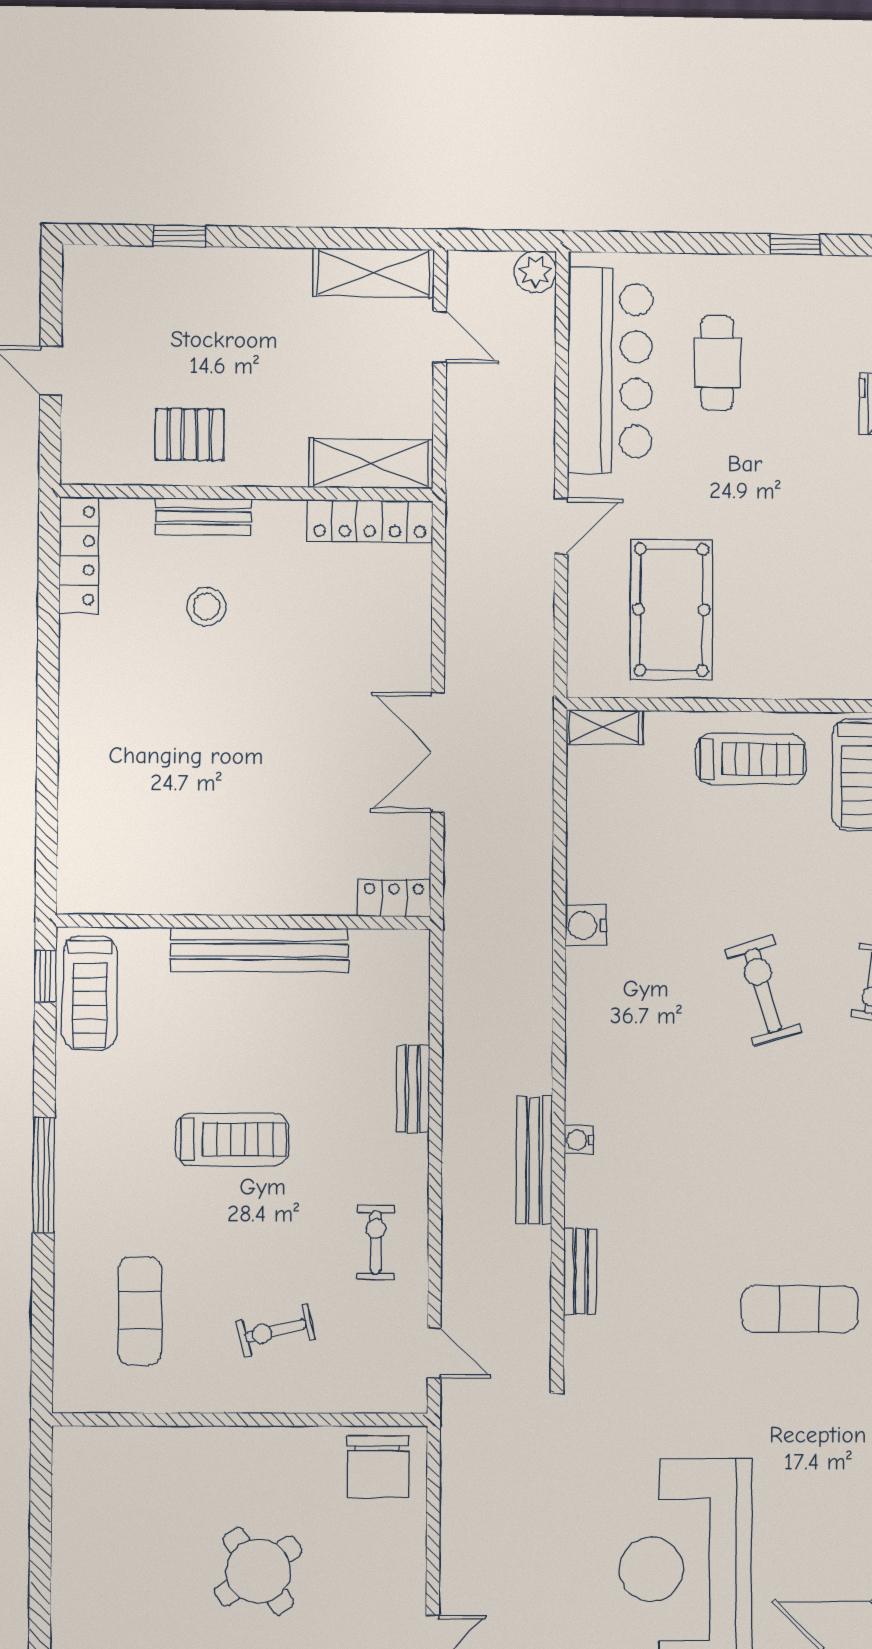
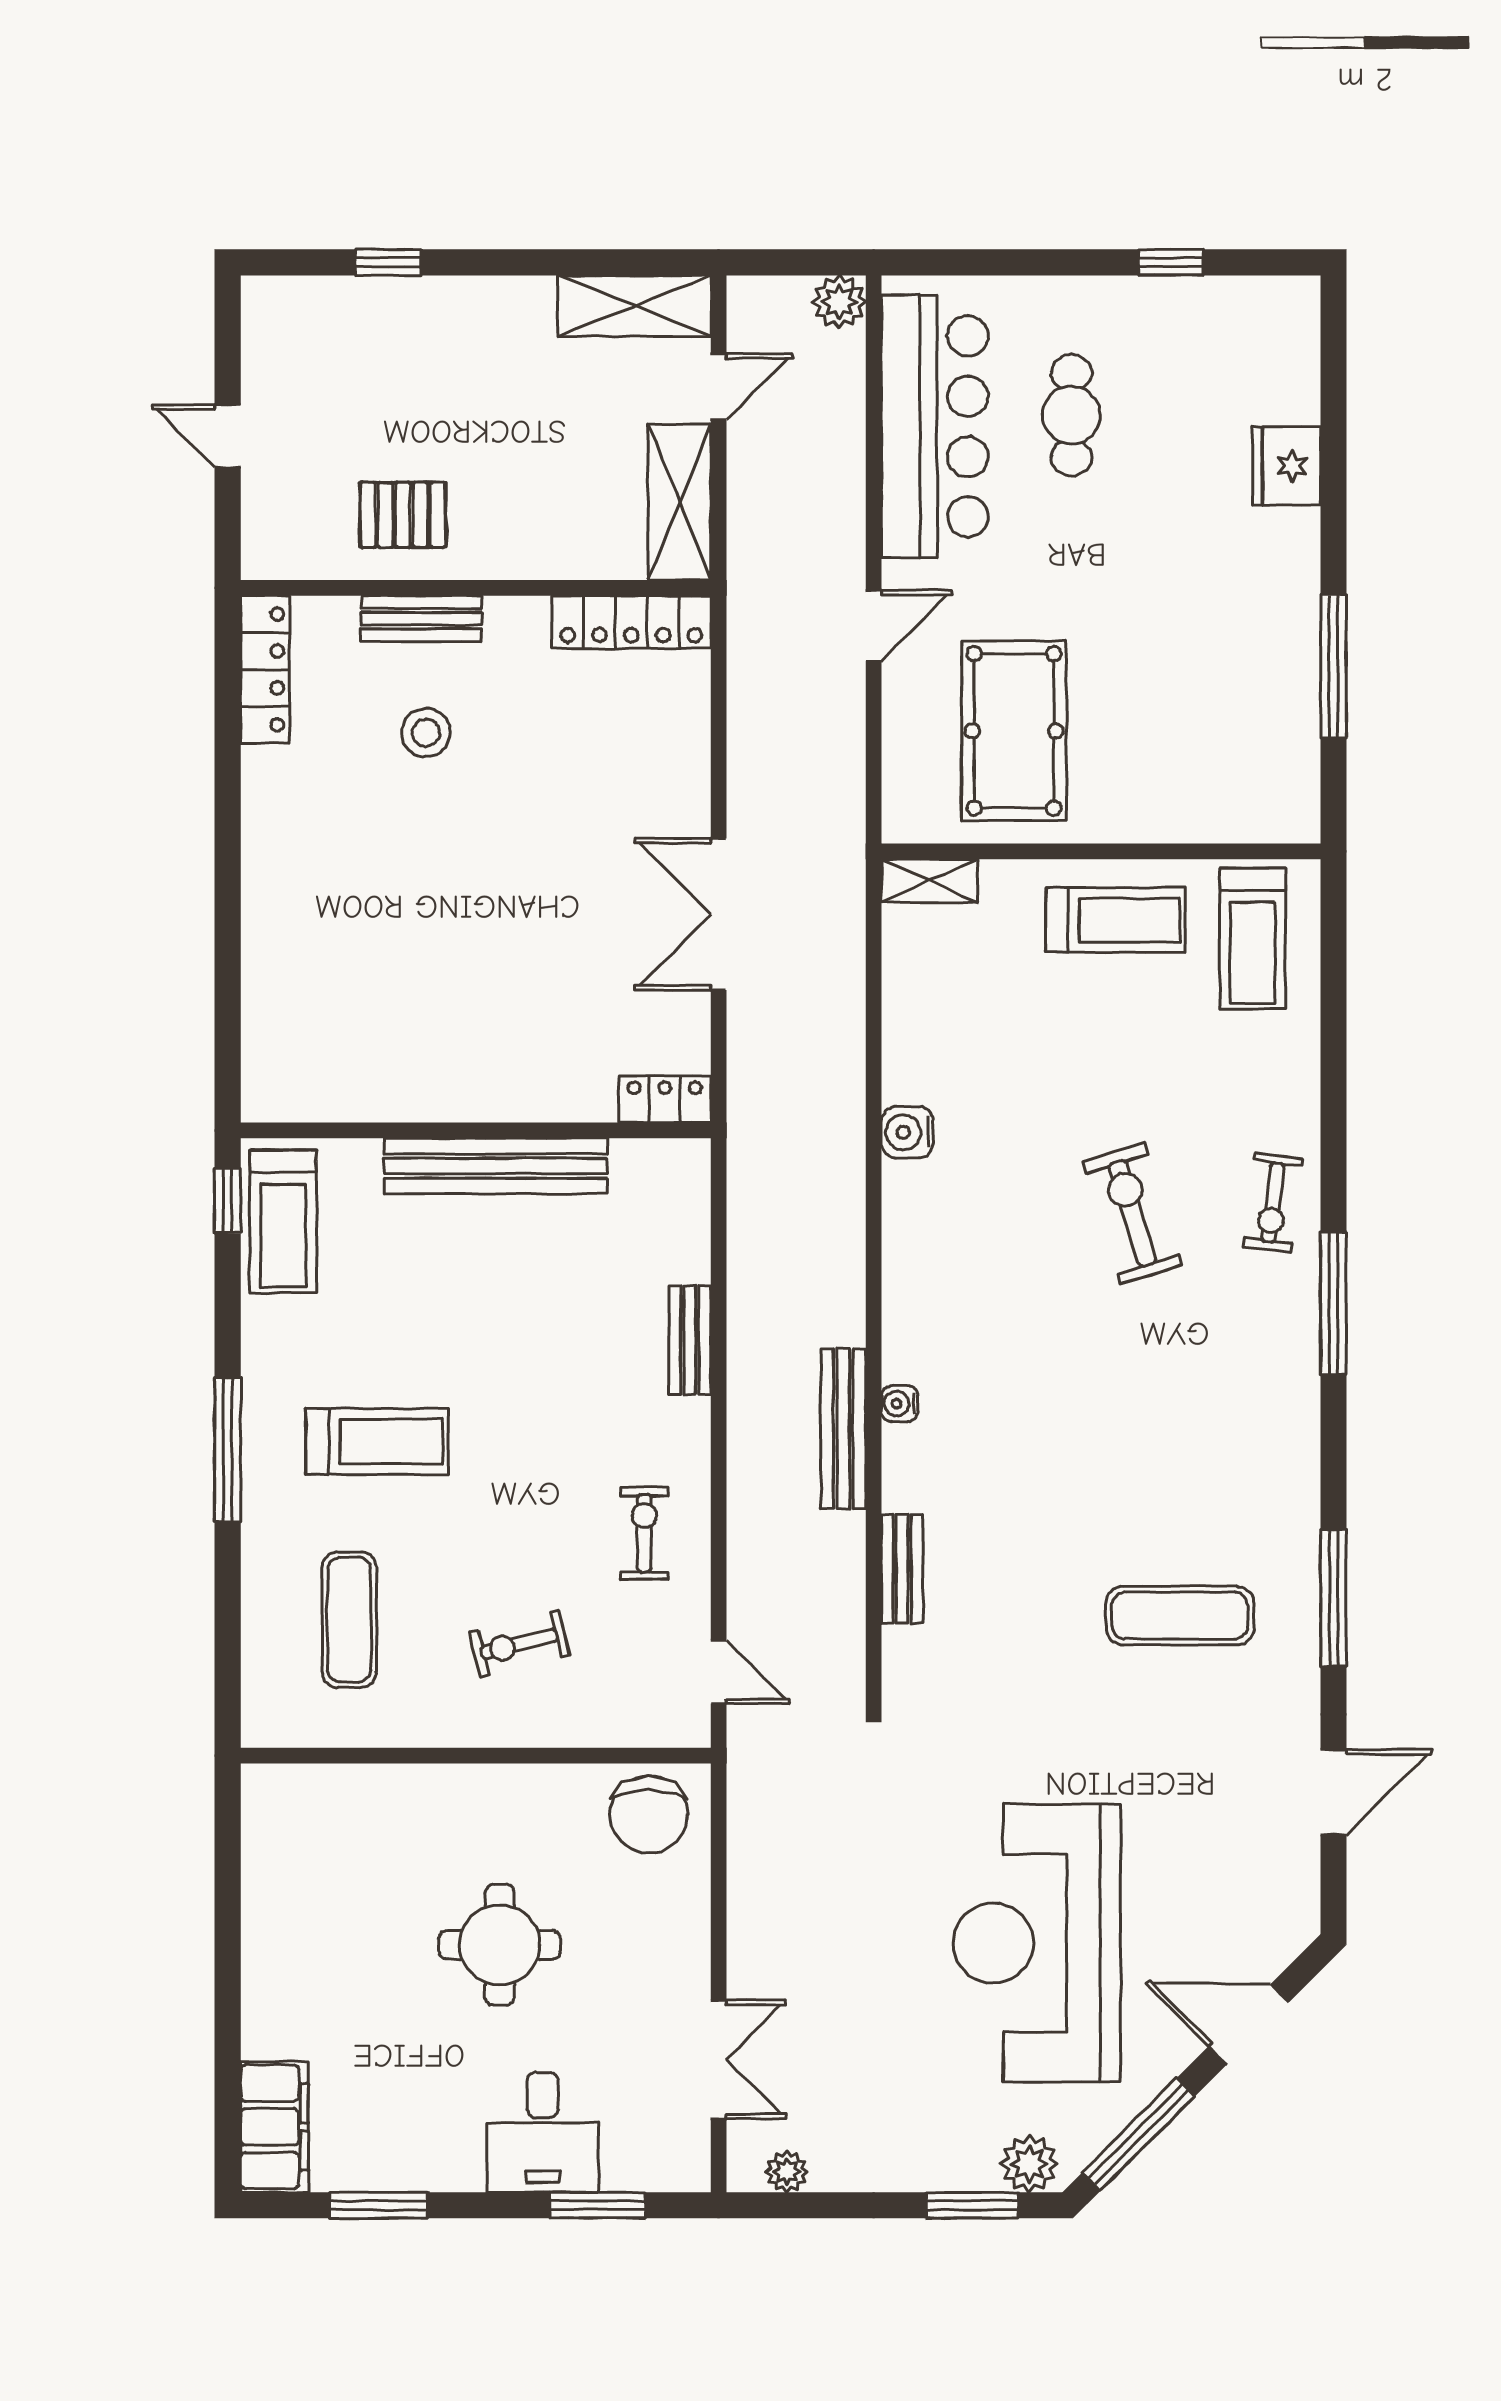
door: (440, 337) -> (719, 387), hinge flipped
shelving: (371, 463) -> (679, 502), moved, turned 90
treadmill: (232, 1139) -> (377, 1442), moved
round table: (258, 1571) -> (500, 1945), turned 36

